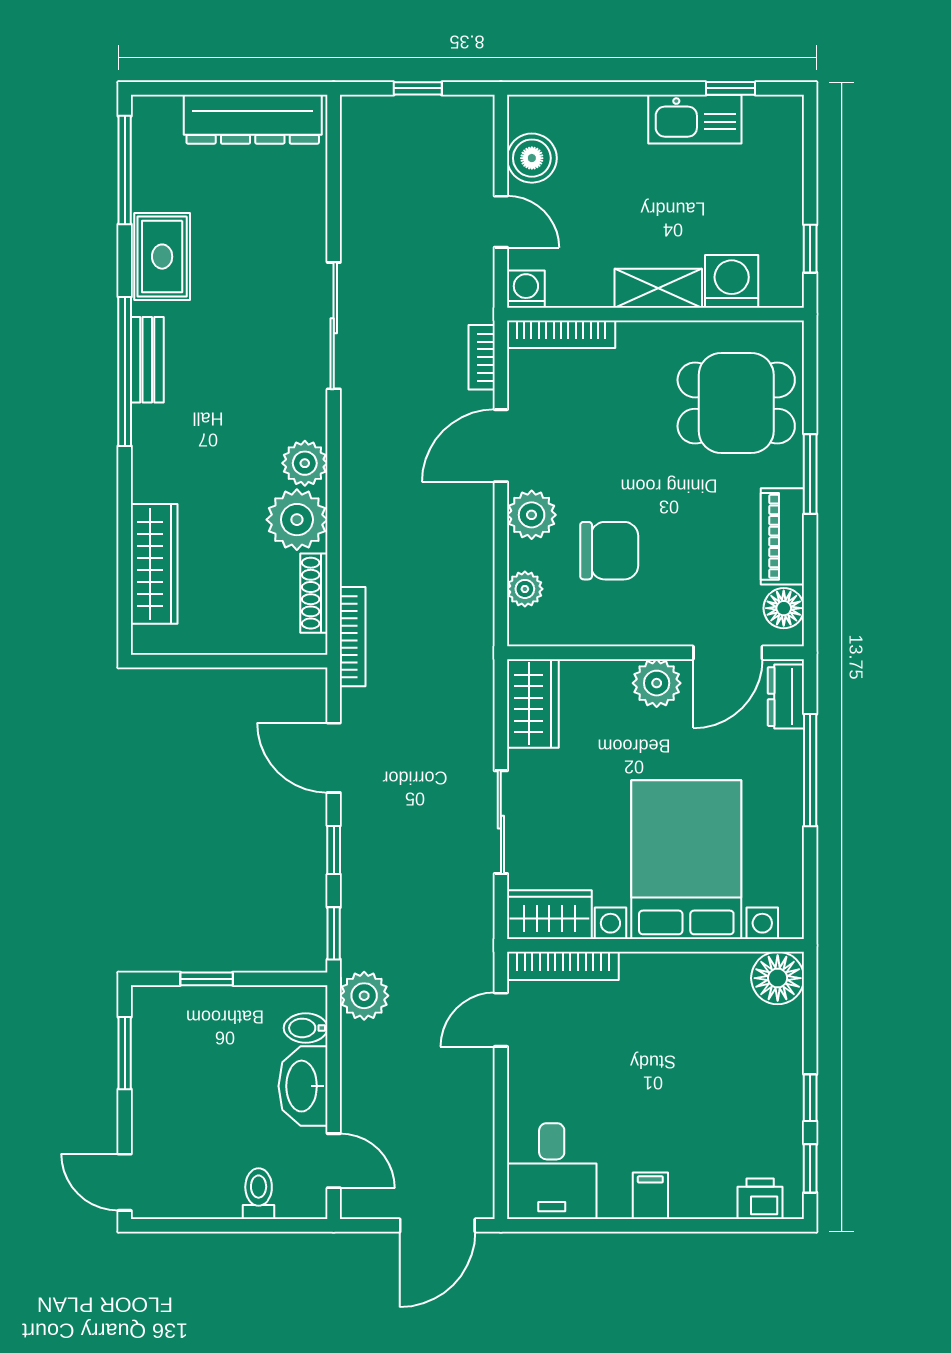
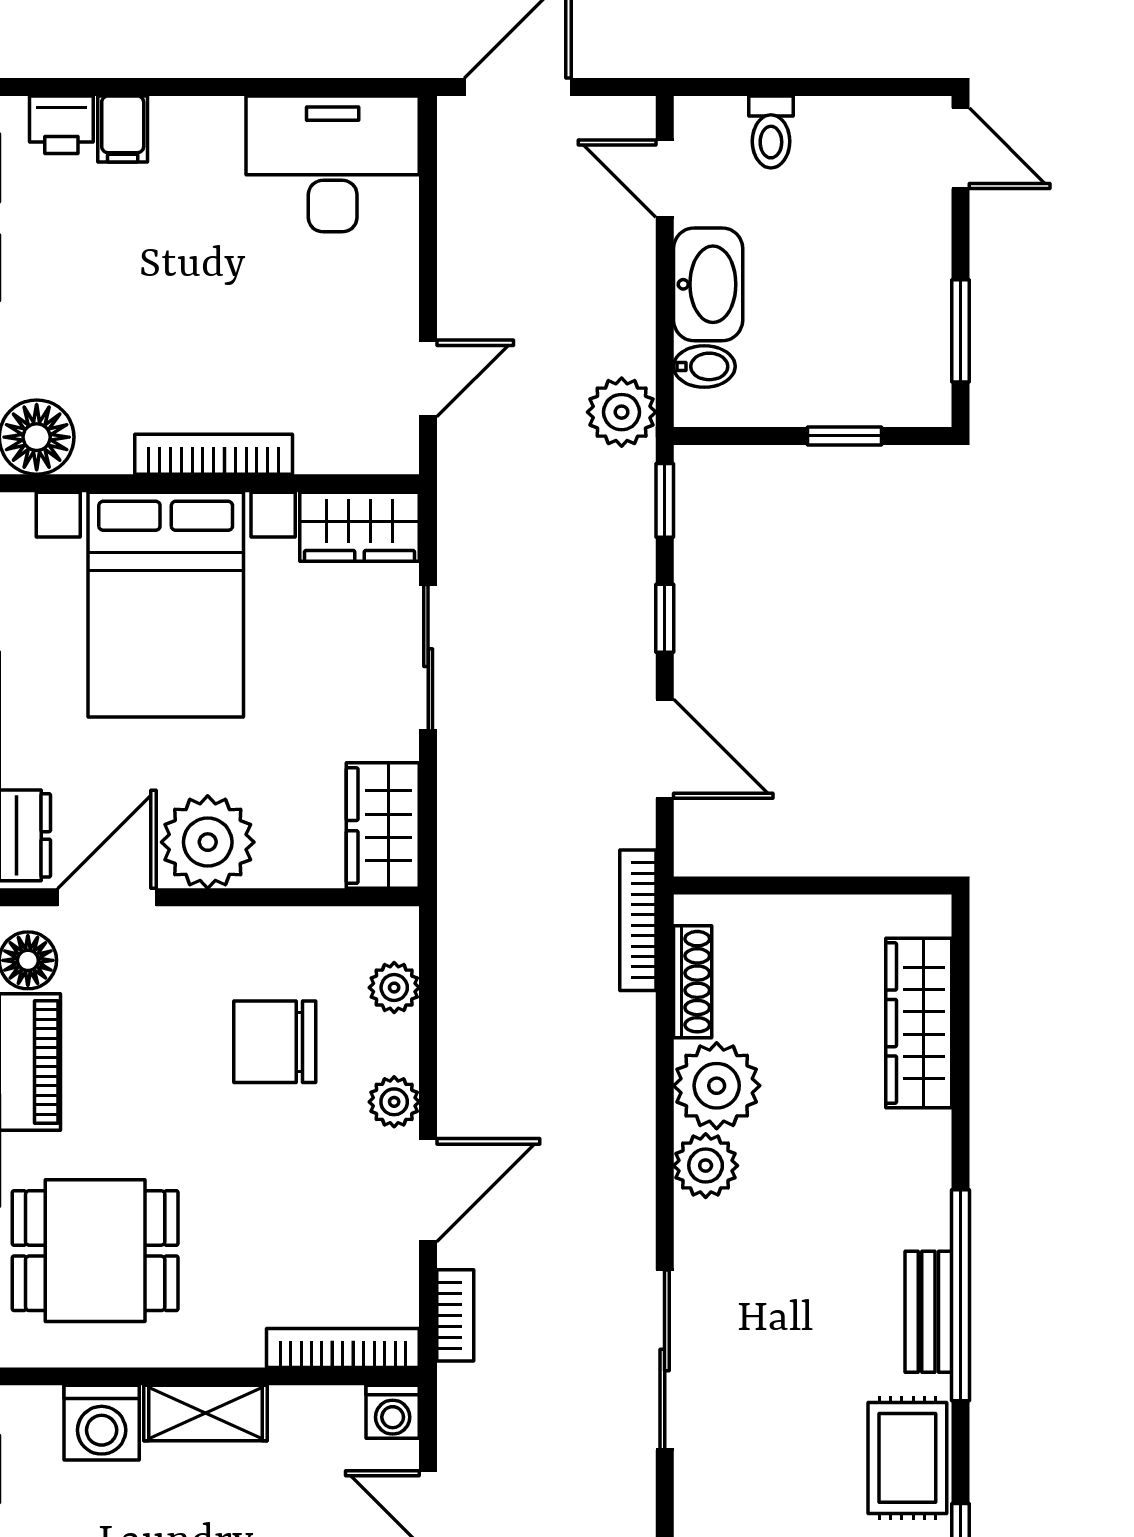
plant: (532, 515) -> (394, 1102), width x0.73, depth x0.73
plant: (657, 683) -> (208, 842), width x1.36, depth x1.36
bookcase: (563, 966) -> (214, 454), moved
desk: (552, 1171) -> (333, 164), width x1.37
filing cabinet: (650, 1196) -> (123, 129), moved

